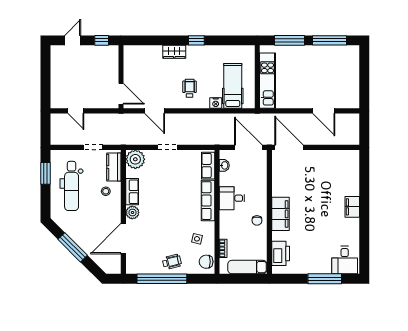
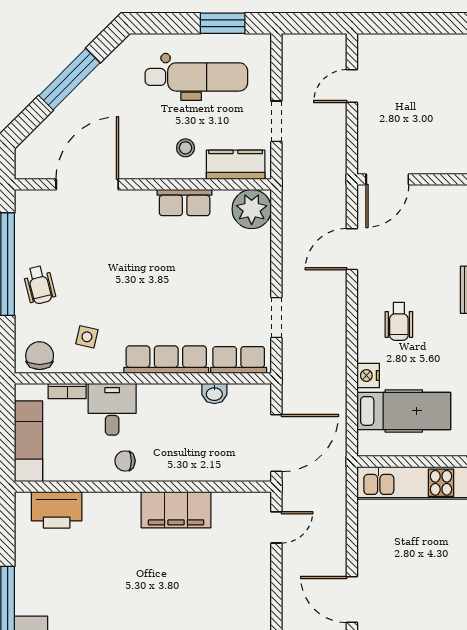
wheelchair: (190, 88) -> (399, 321), turned 90
door: (324, 111) -> (352, 599), hinge flipped
doorway: (167, 147) -> (276, 317), moved
door: (289, 147) -> (276, 527), width x0.53
washbasin: (224, 165) -> (214, 394), moved
dental chair: (72, 186) -> (196, 77), turned 180
desk: (232, 198) -> (112, 409), moved
plant: (132, 212) -> (141, 203), removed
filing cabinet: (281, 214) -> (176, 510), moved
door: (123, 239) -> (87, 184), hinge flipped

